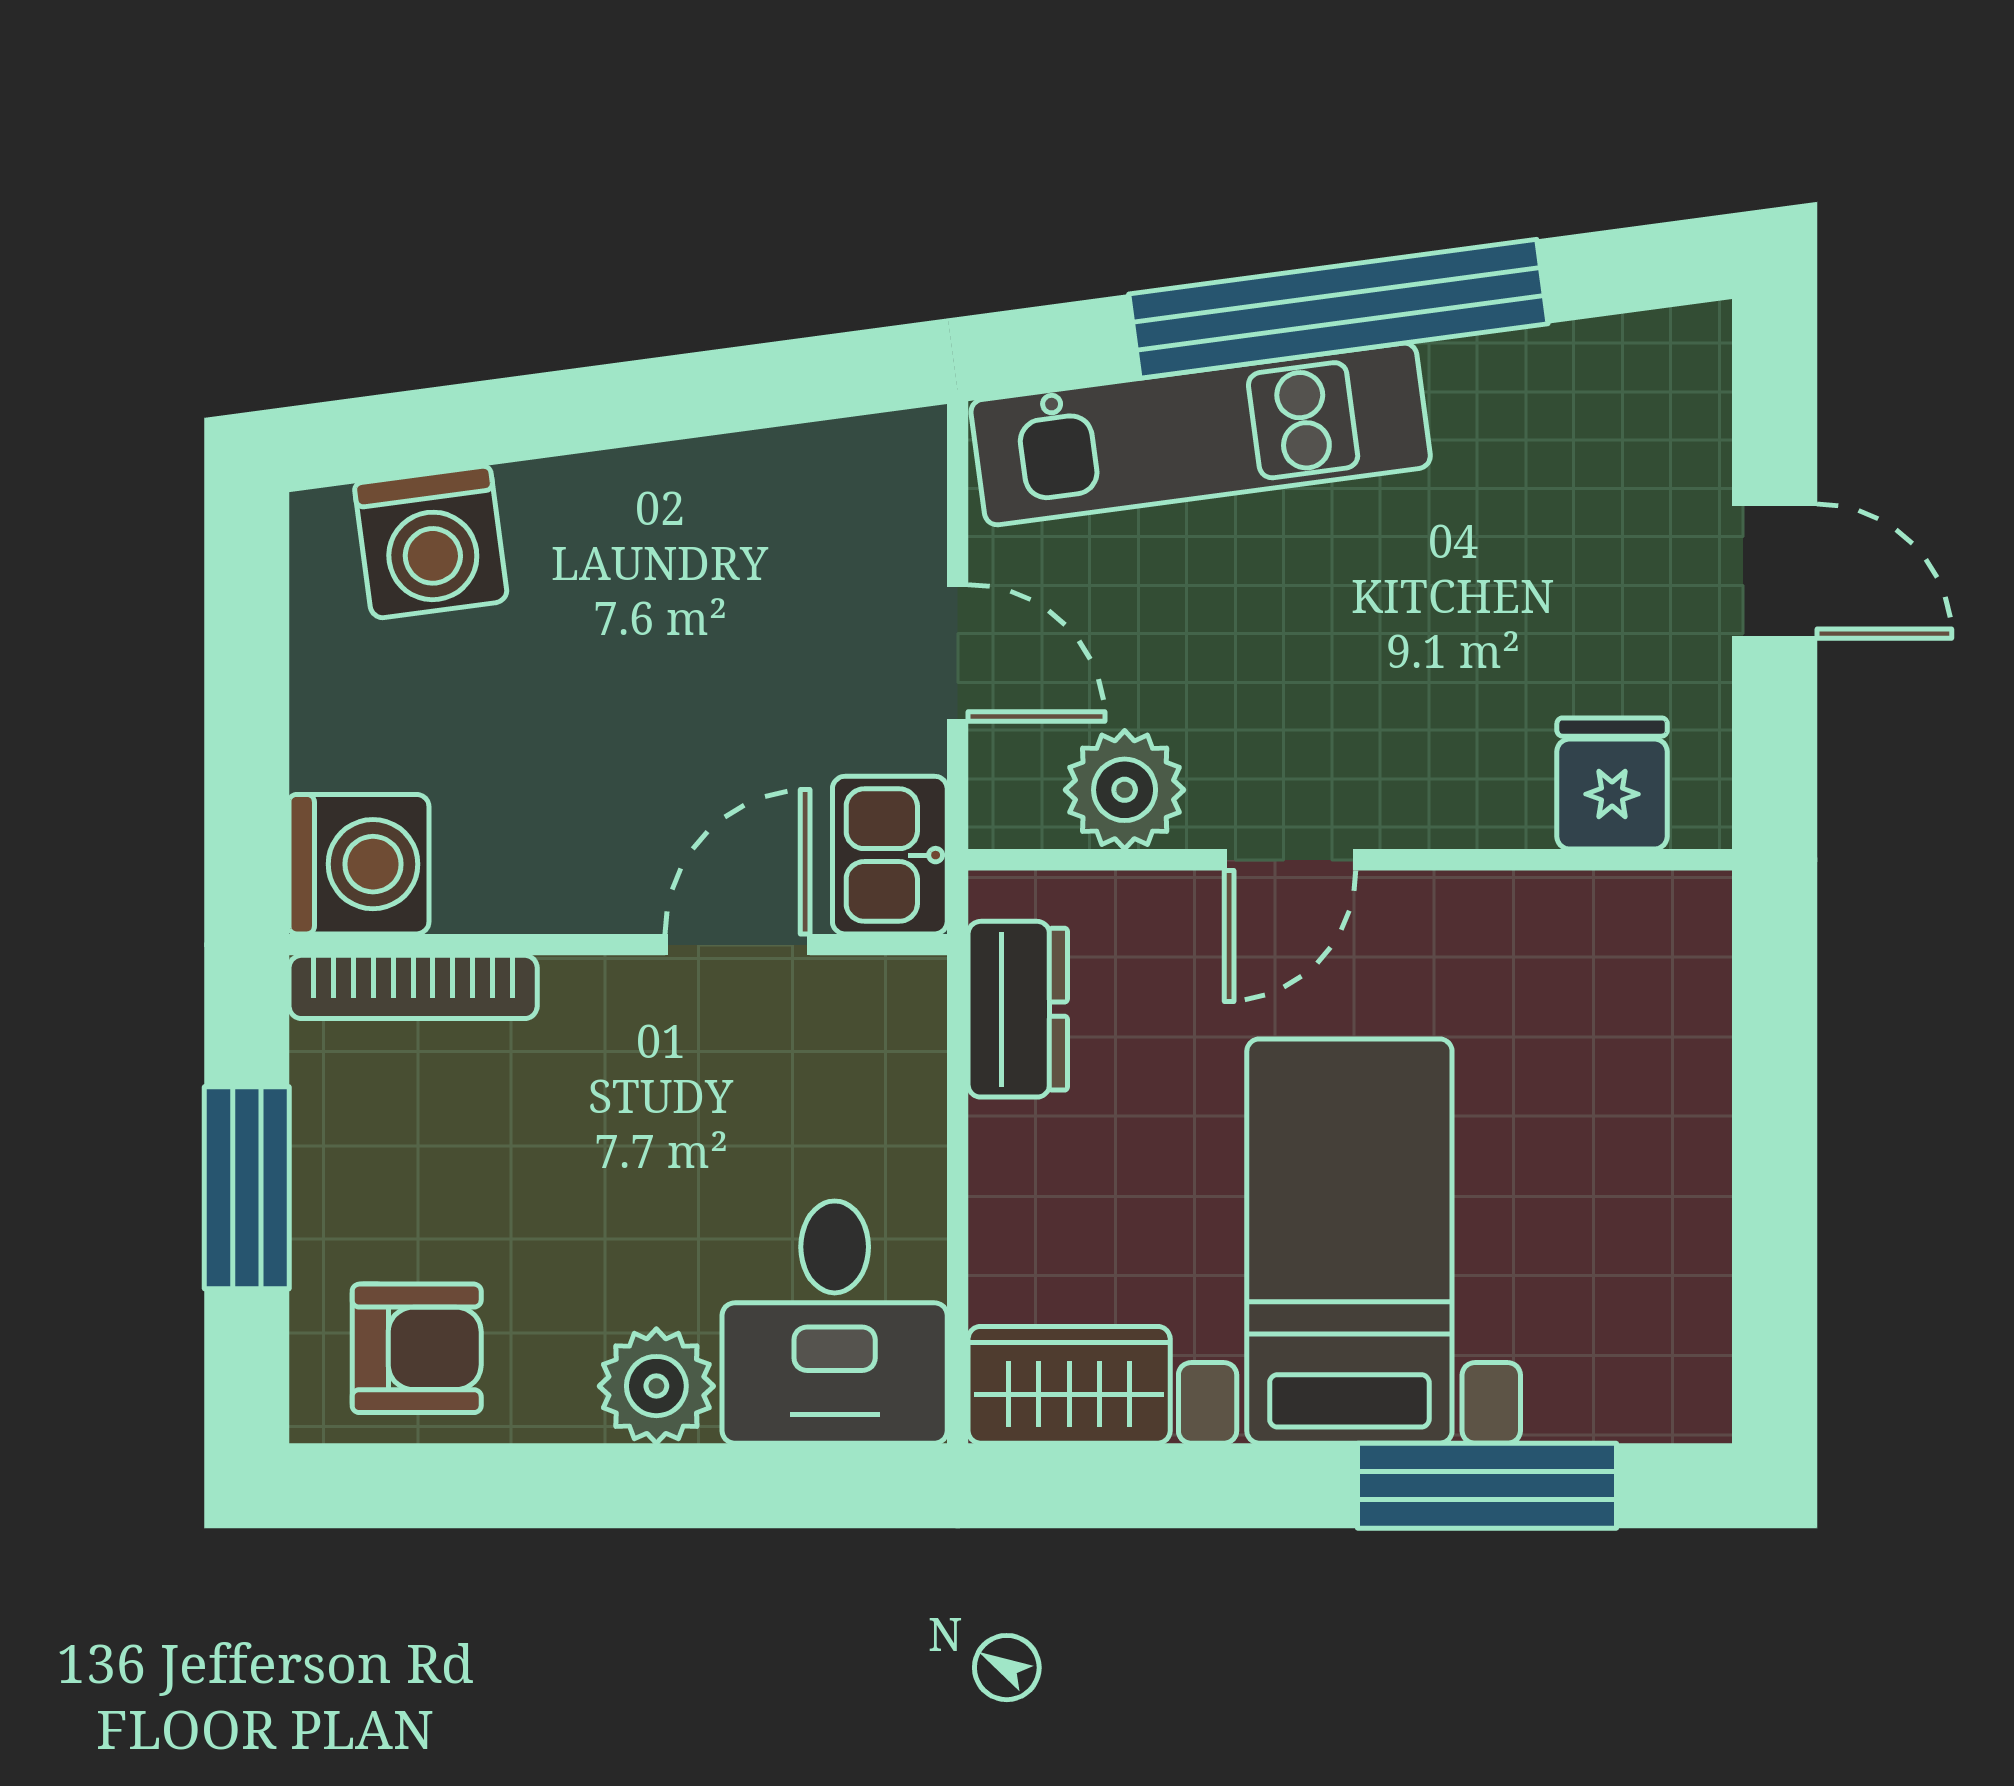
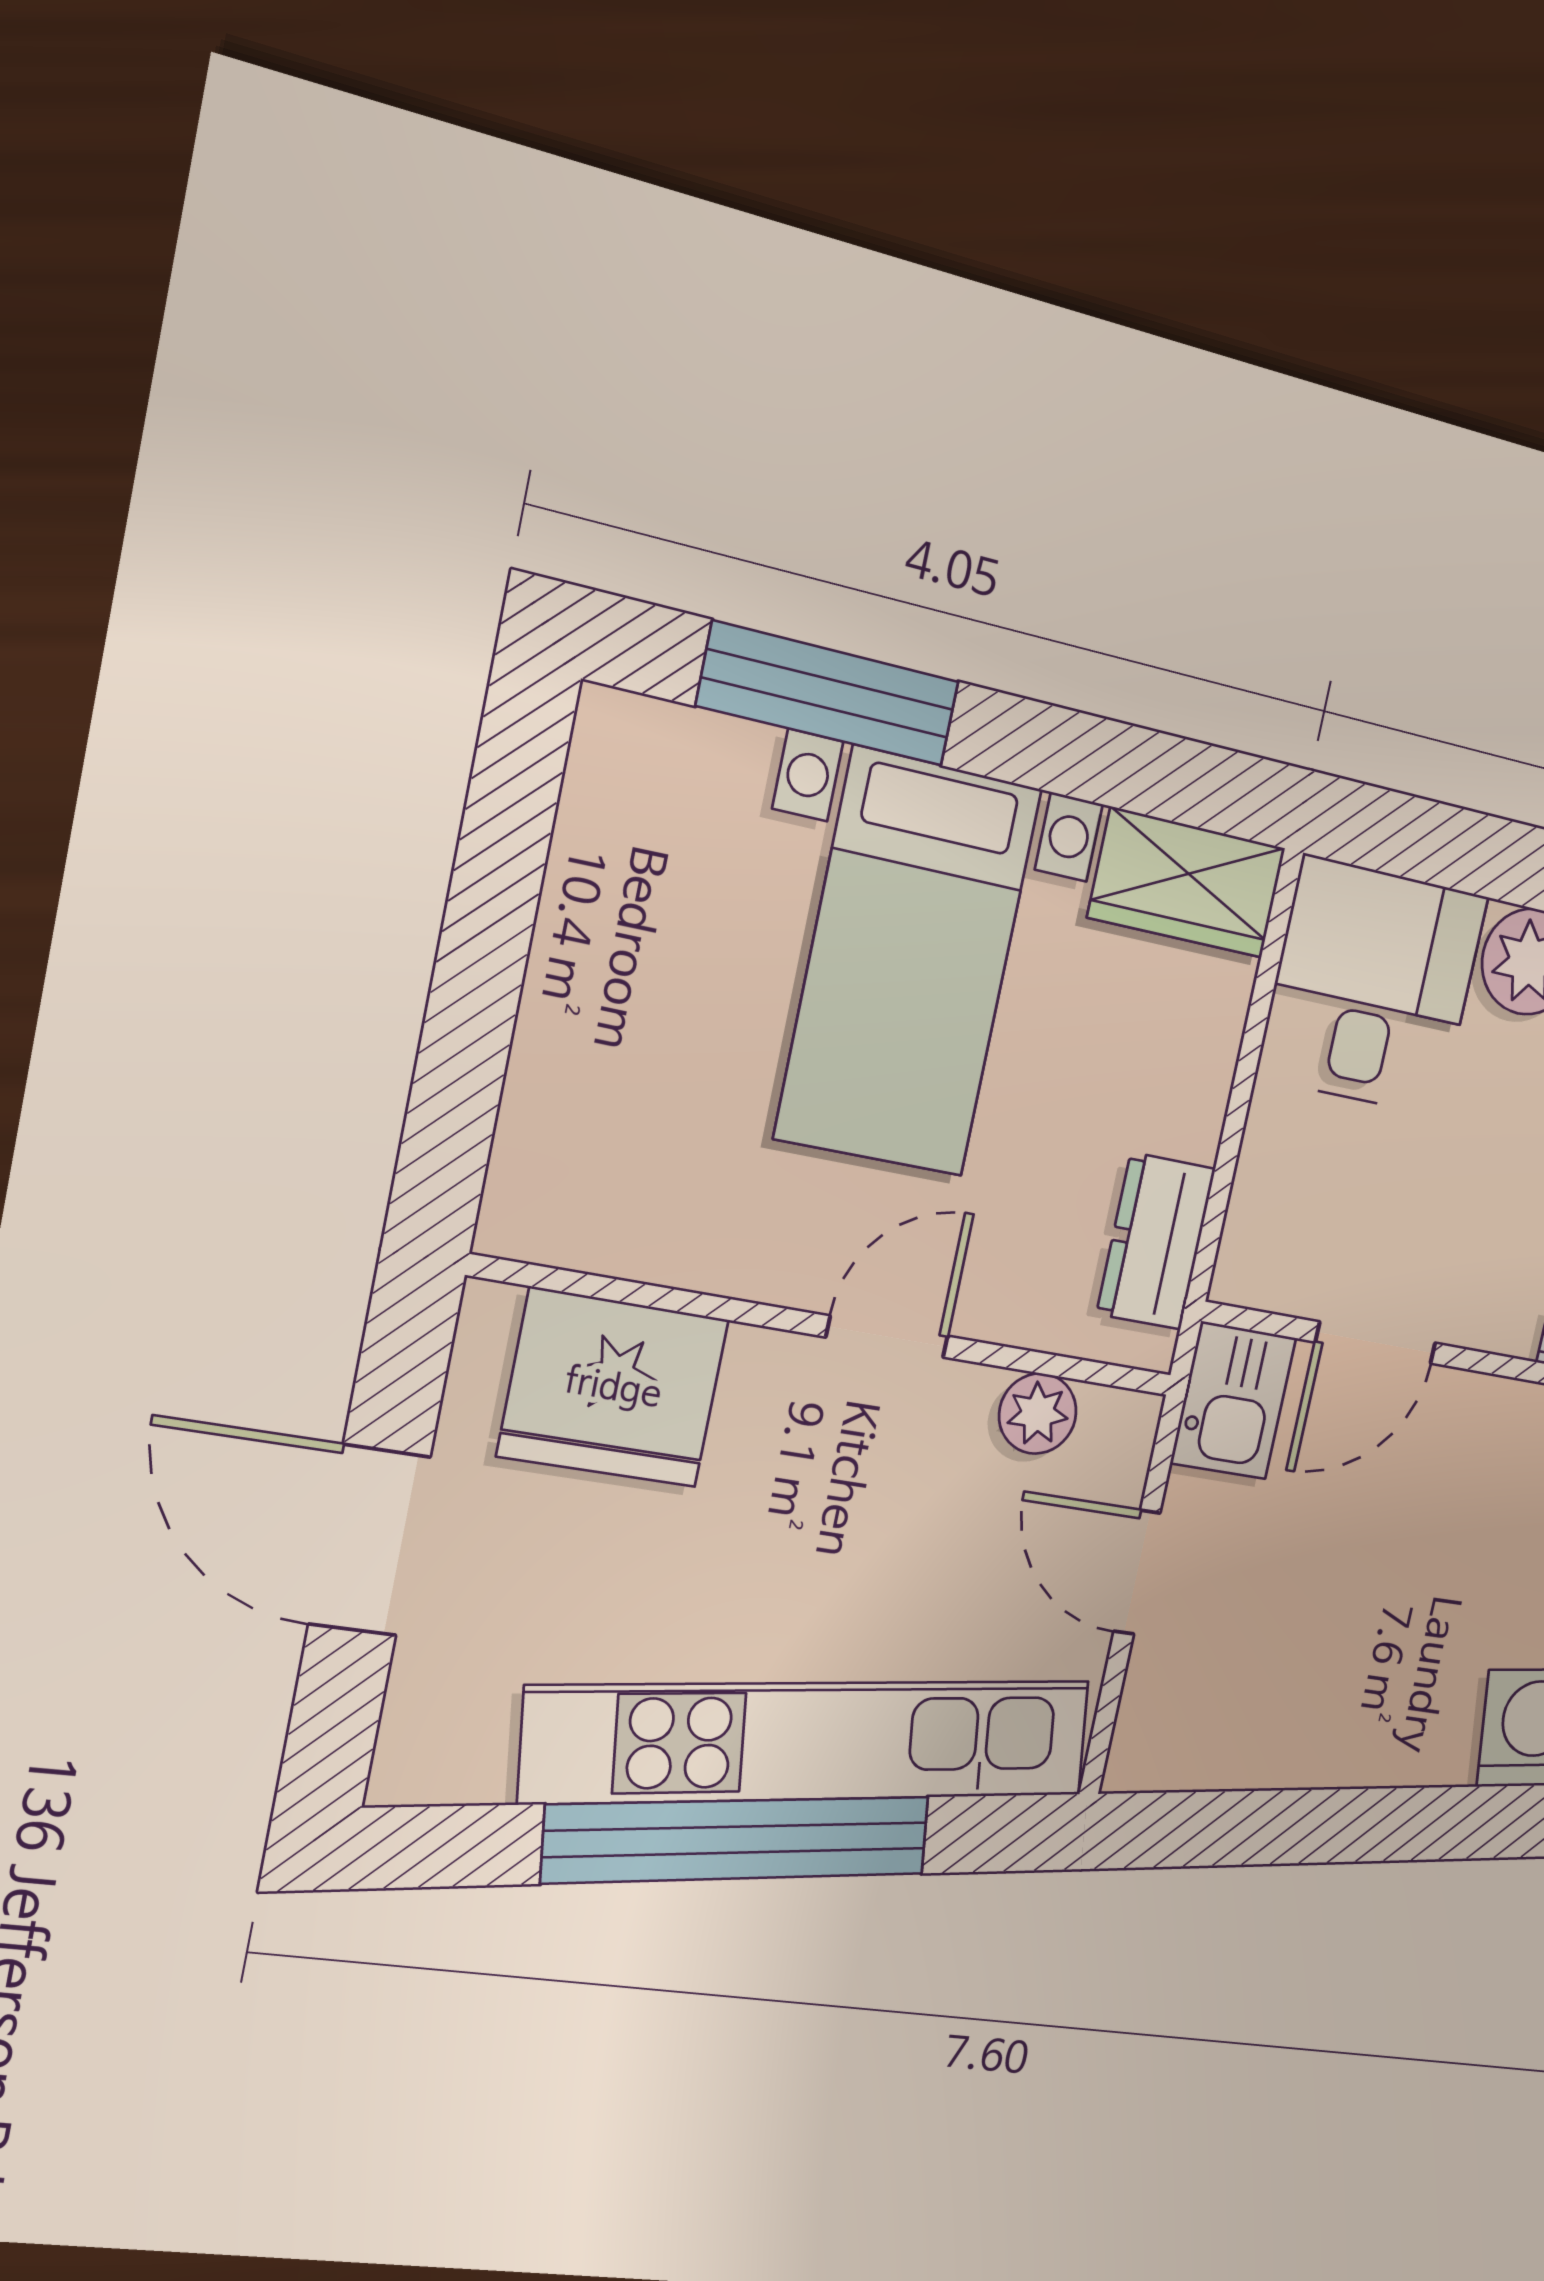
kitchen unit: (1201, 434) -> (811, 1741), width x1.36
door: (1775, 571) -> (370, 1540), width x1.38
fridge: (1612, 784) -> (613, 1388), width x1.88, depth x1.34
plant: (1125, 790) -> (1038, 1414), width x0.73, depth x0.73

